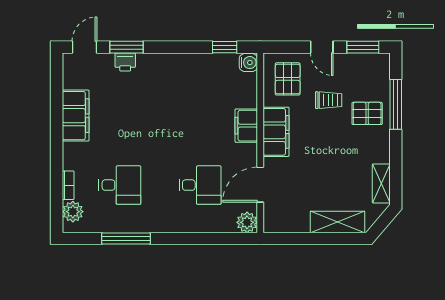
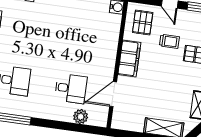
filing cabinet: (246, 126) -> (109, 51), removed
plant: (247, 222) -> (81, 117), moved

